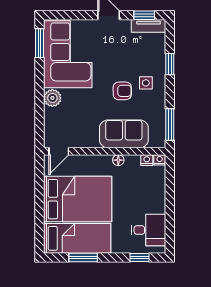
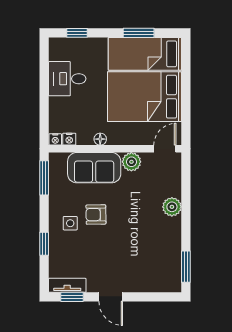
corner sofa: (68, 54) -> (155, 254), removed
plant: (90, 139) -> (131, 162), added
desk: (149, 230) -> (67, 79), moved

